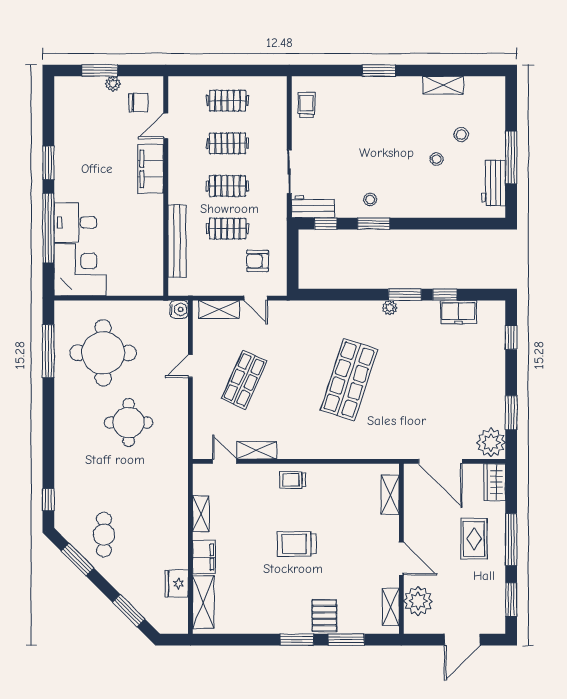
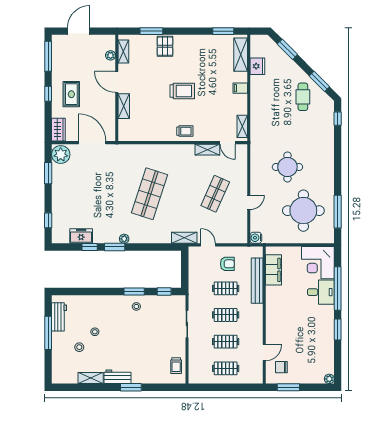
window: (100, 70) -> (288, 387), moved
plant: (113, 84) -> (329, 379), moved
filing cabinet: (151, 169) -> (274, 270), moved
workbench: (313, 207) -> (117, 377), moved, turned 180
armchair: (257, 261) -> (227, 264), moved
shelving: (219, 309) -> (184, 238), moved
shelving: (390, 495) -> (124, 106), moved
shelving: (201, 514) -> (242, 126), moved
window: (511, 540) -> (48, 94), width x0.46
filing cabinet: (204, 557) -> (240, 88), width x0.50
window: (511, 599) -> (48, 56), width x1.44
plant: (418, 601) -> (111, 55), width x0.53, depth x0.53
window: (297, 640) -> (223, 31), moved

